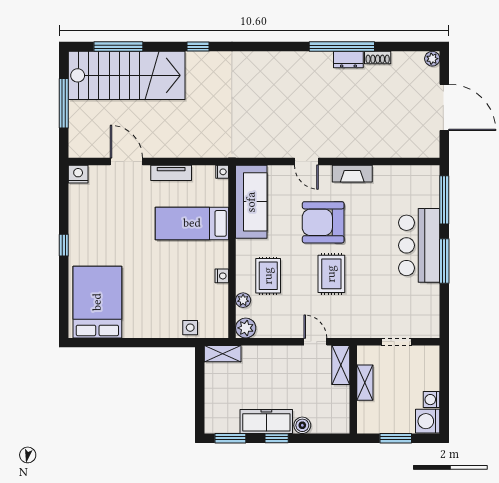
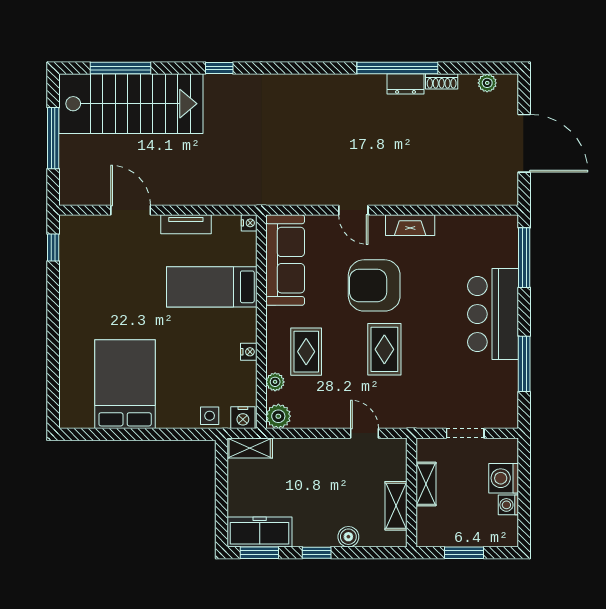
plant: (432, 59) -> (487, 83), moved
nightstand: (78, 174) -> (243, 418), moved, turned 180
window: (64, 245) -> (53, 247), moved
window: (444, 261) -> (524, 364), moved
bed: (97, 302) -> (125, 384), moved
shelving: (341, 365) -> (396, 506), moved
freezer: (266, 421) -> (260, 532), moved
washing machine: (428, 421) -> (504, 478), moved

